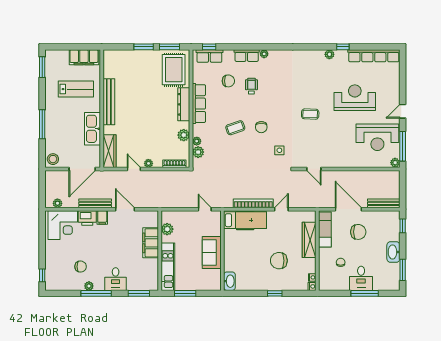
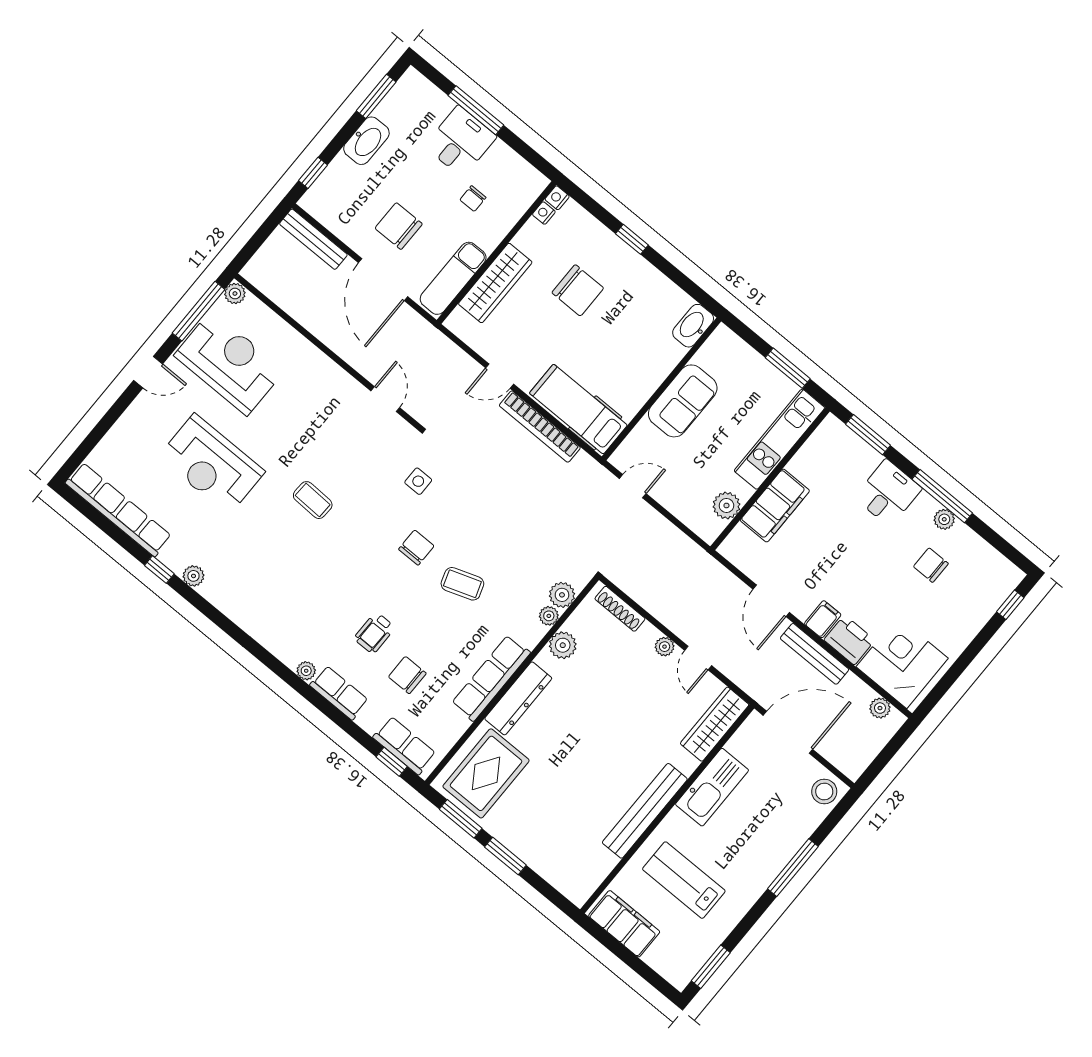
door: (205, 209) -> (633, 486), swing flipped

